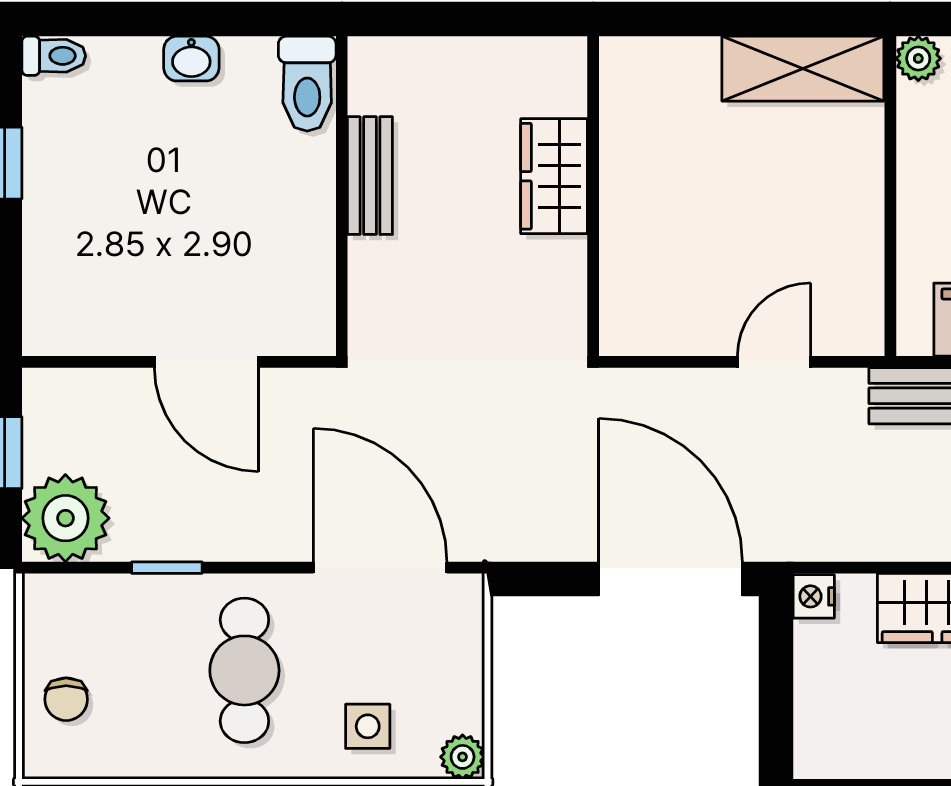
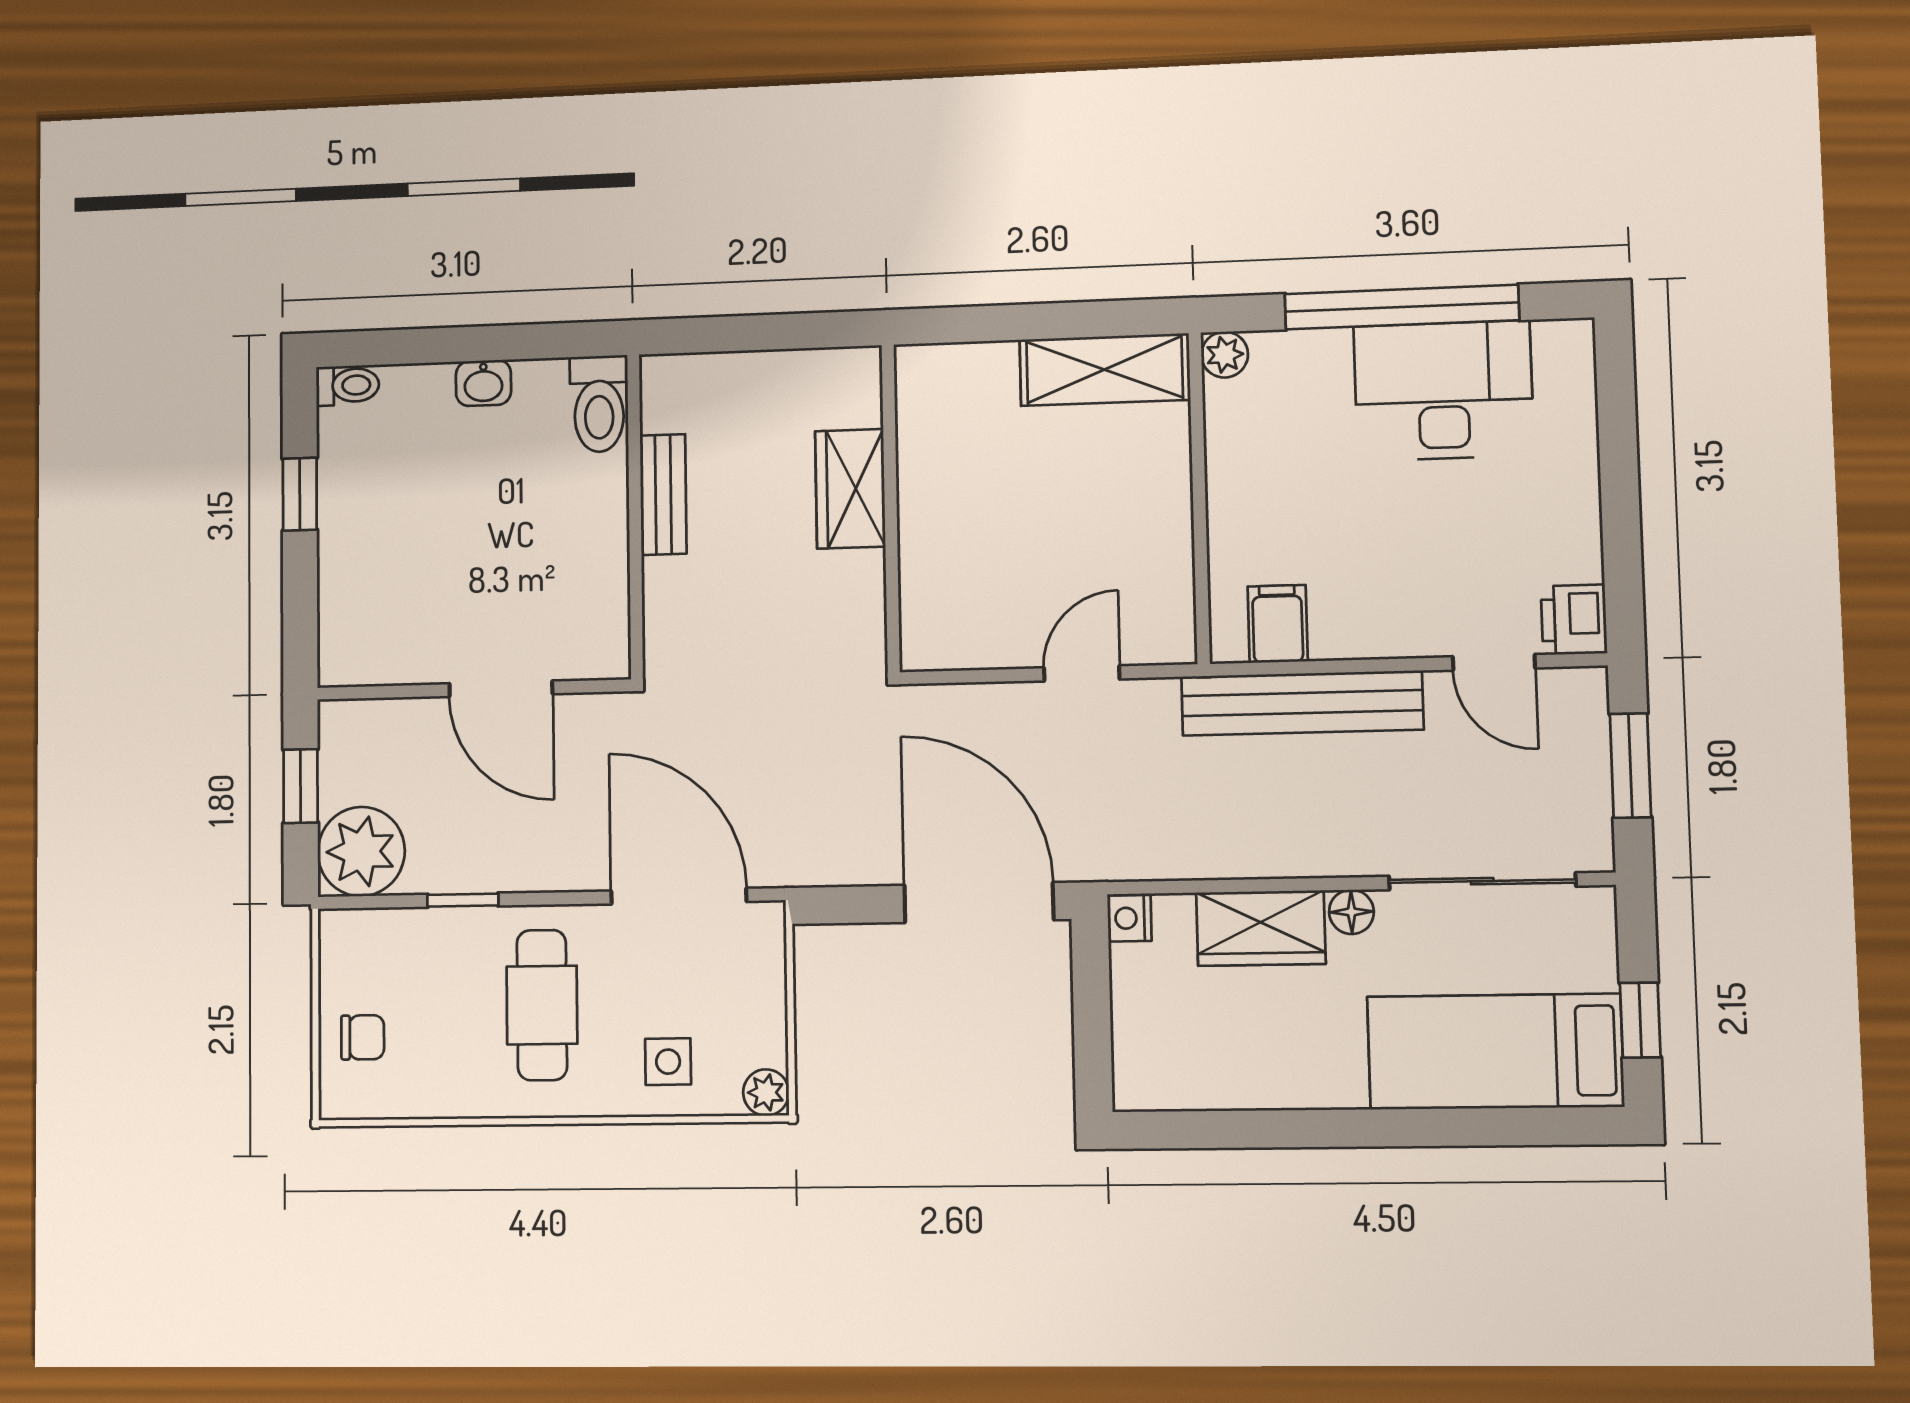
chair: (66, 699) -> (363, 1037), turned -90

